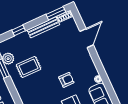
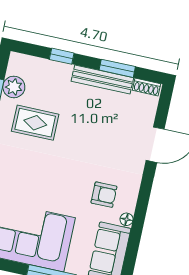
window: (56, 13) -> (117, 68), moved
armchair: (66, 80) -> (104, 195), moved

